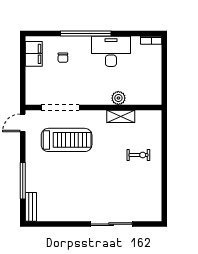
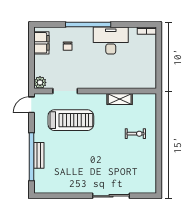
plant: (118, 98) -> (40, 82), moved
doorway: (60, 108) -> (65, 91), width x0.73
window: (23, 181) -> (31, 157), width x1.46
bench: (31, 207) -> (39, 155), moved

